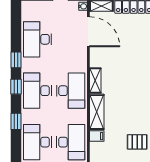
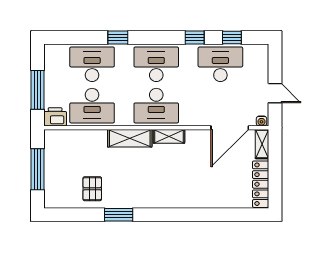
window: (16, 87) -> (232, 37), moved
filing cabinet: (97, 136) -> (100, 138), removed

